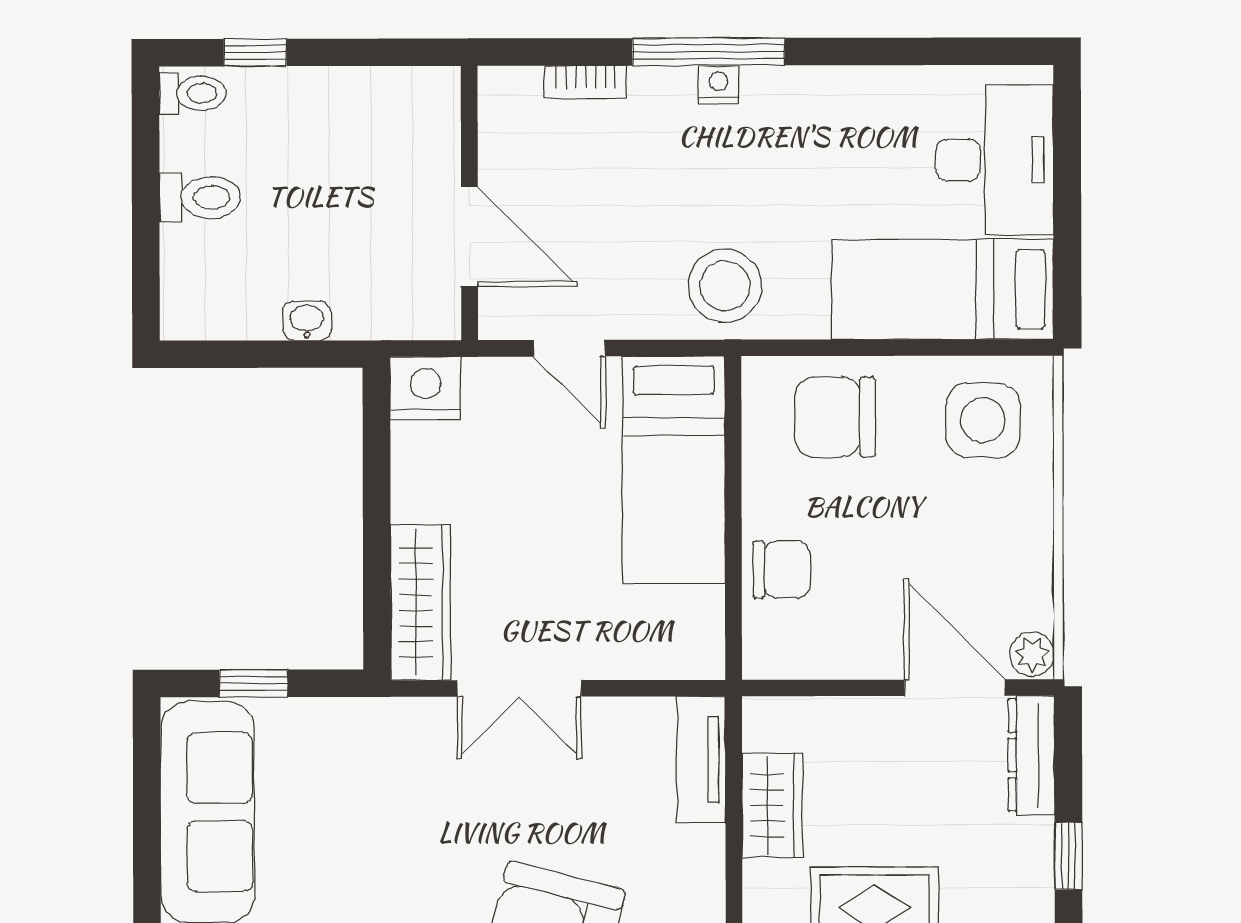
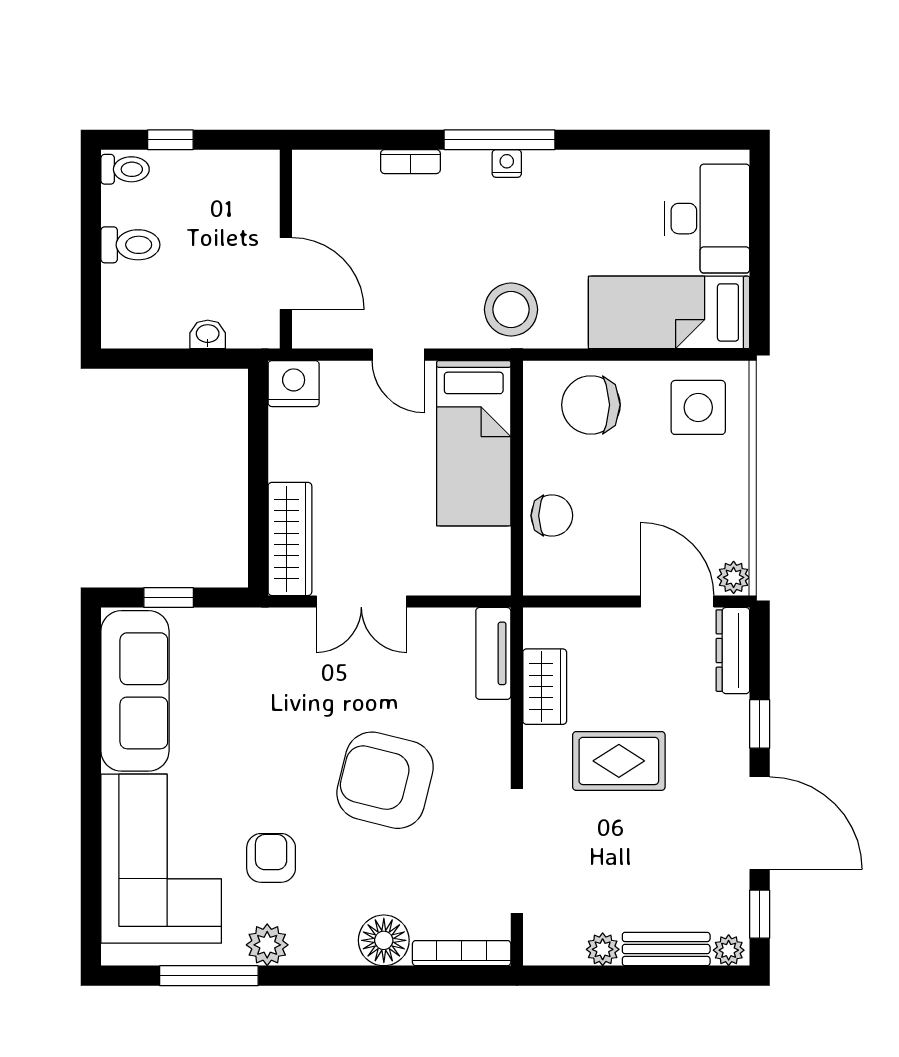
wall: (469, 203) -> (286, 249), moved
door: (469, 237) -> (286, 274), moved

